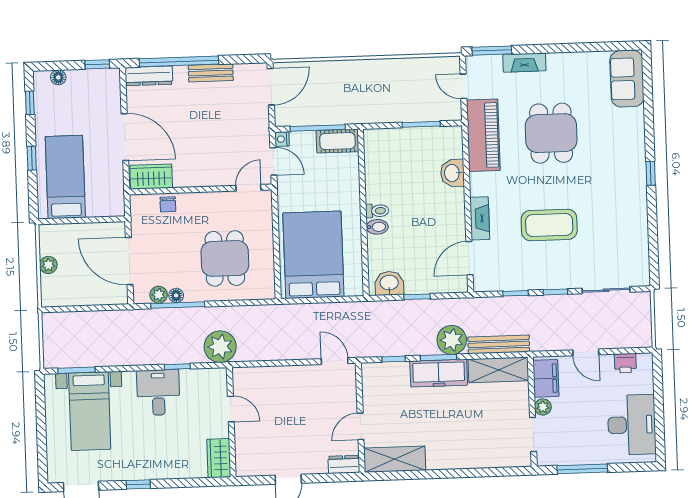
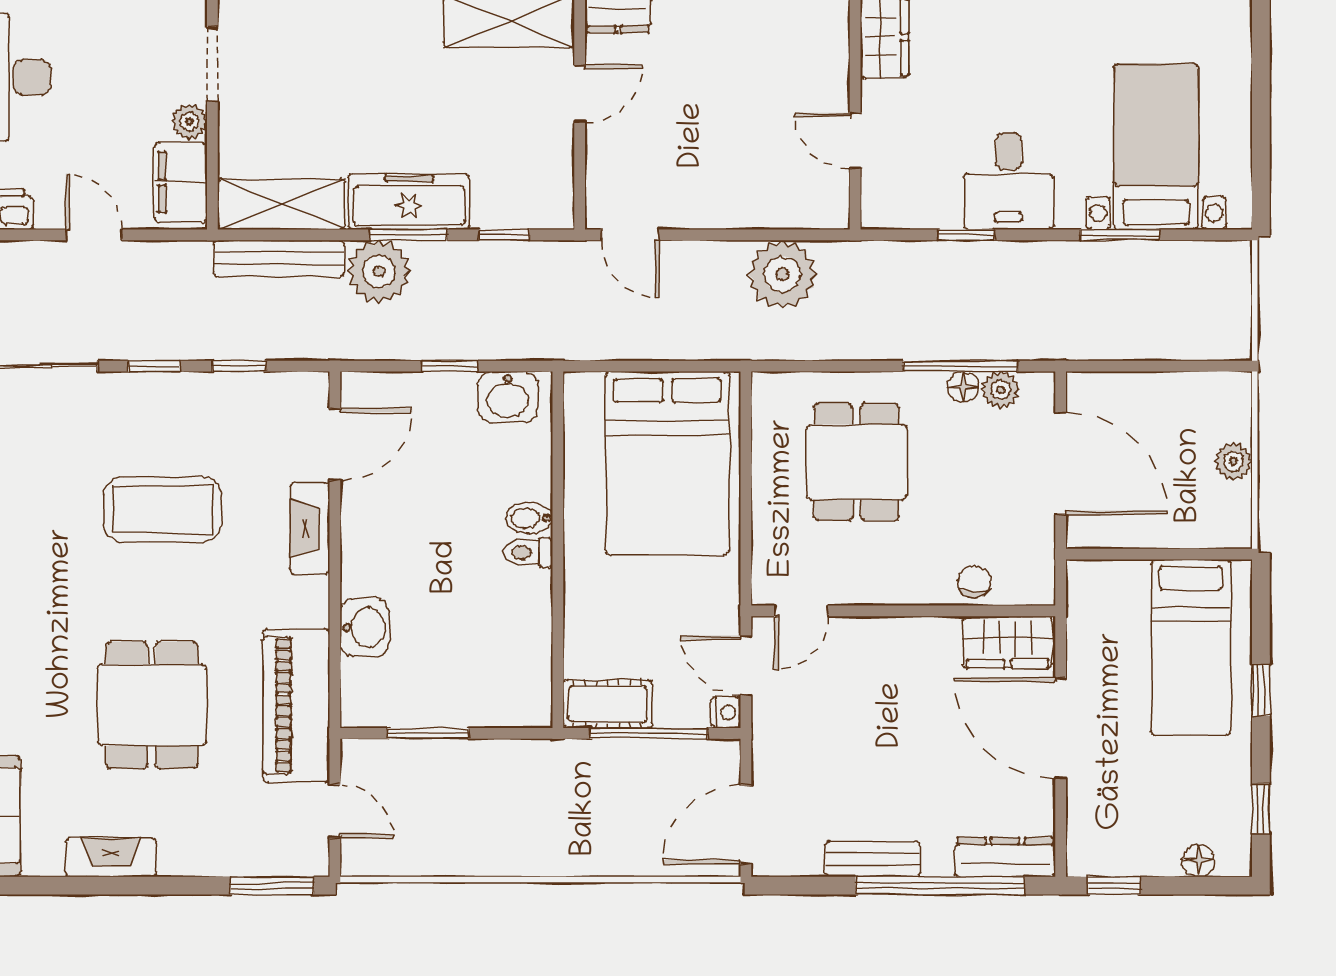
fireplace: (524, 63) -> (111, 857), moved
plant: (220, 347) -> (782, 274), moved
window: (76, 370) -> (1120, 235), moved

